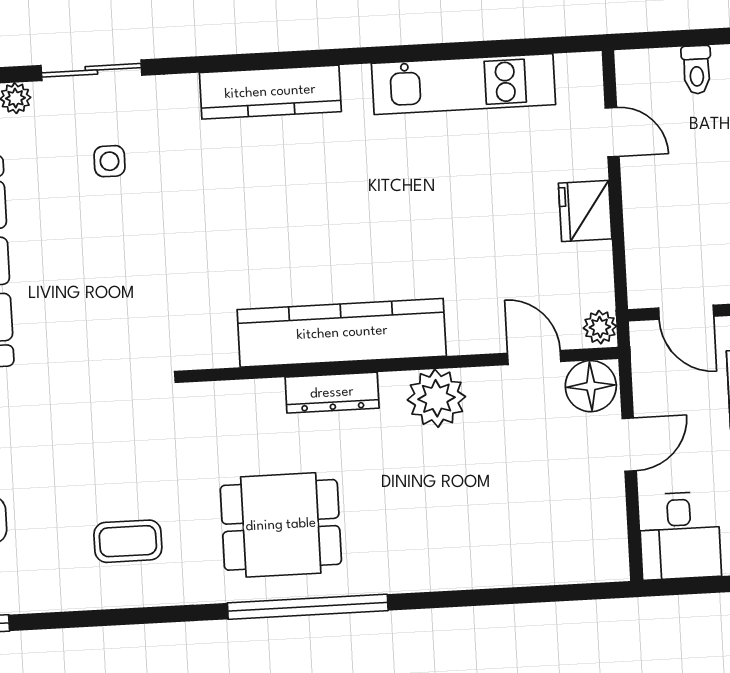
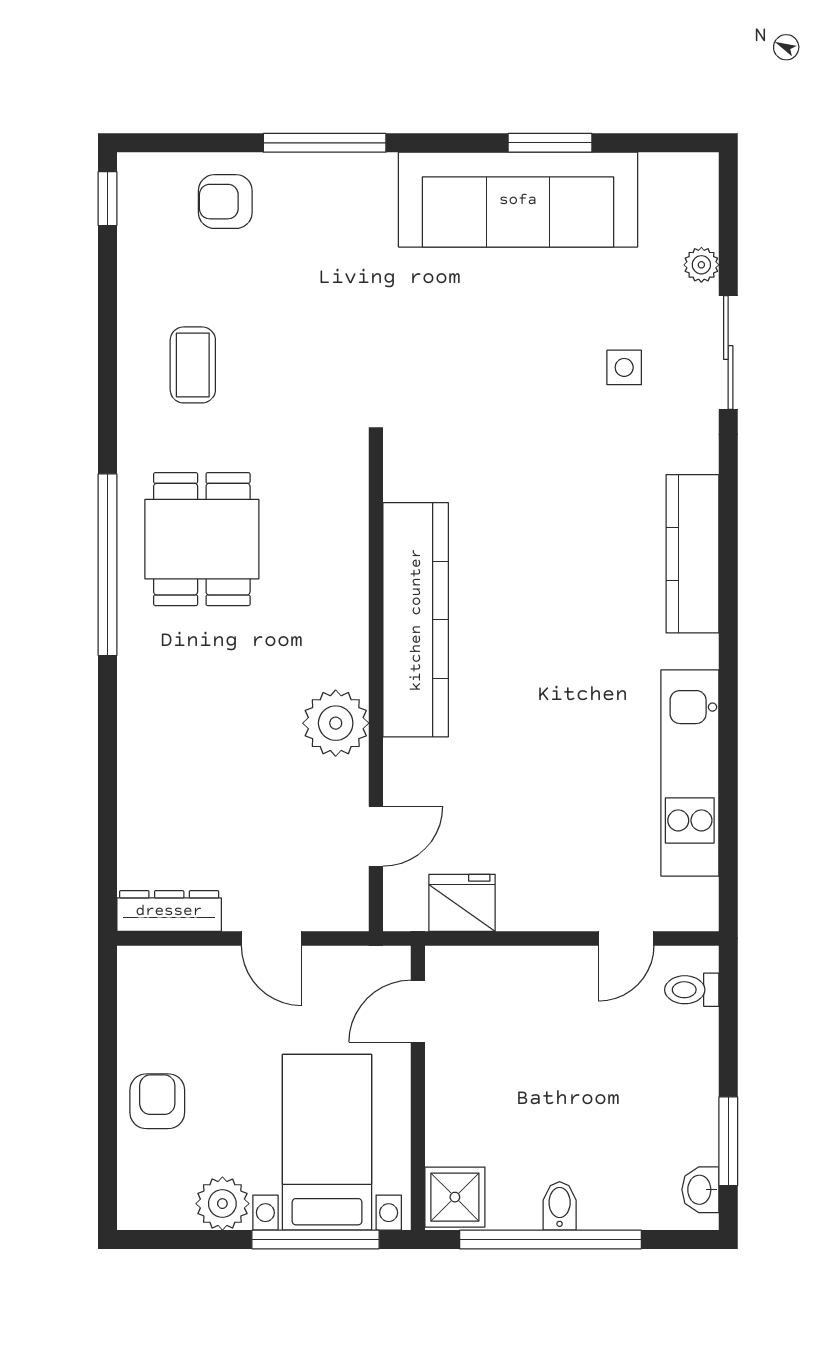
toilet: (697, 70) -> (692, 990), moved
fridge: (585, 211) -> (462, 903), moved
plant: (600, 327) -> (406, 913), removed
floor lamp: (591, 386) -> (340, 899), removed
dresser: (332, 393) -> (169, 911), moved, turned 90
desk: (680, 536) -> (165, 990), removed

